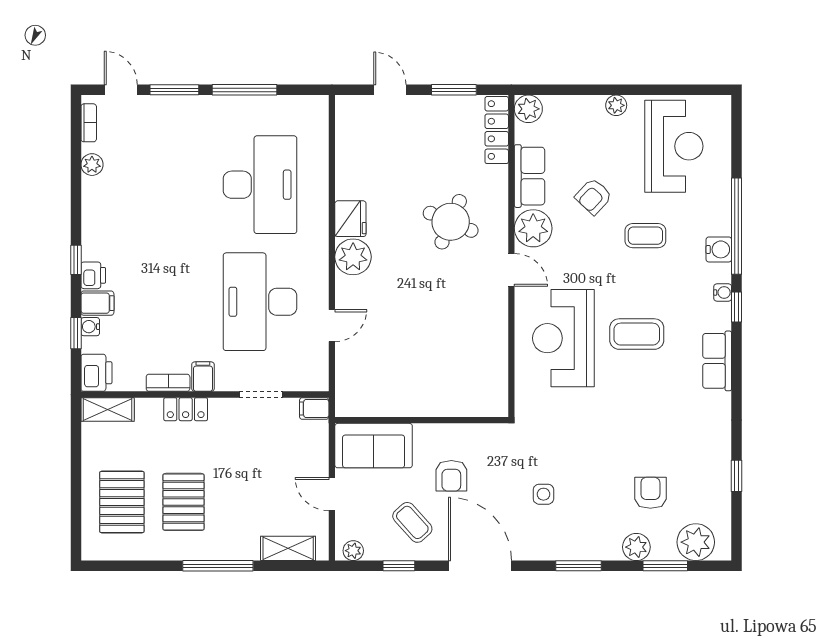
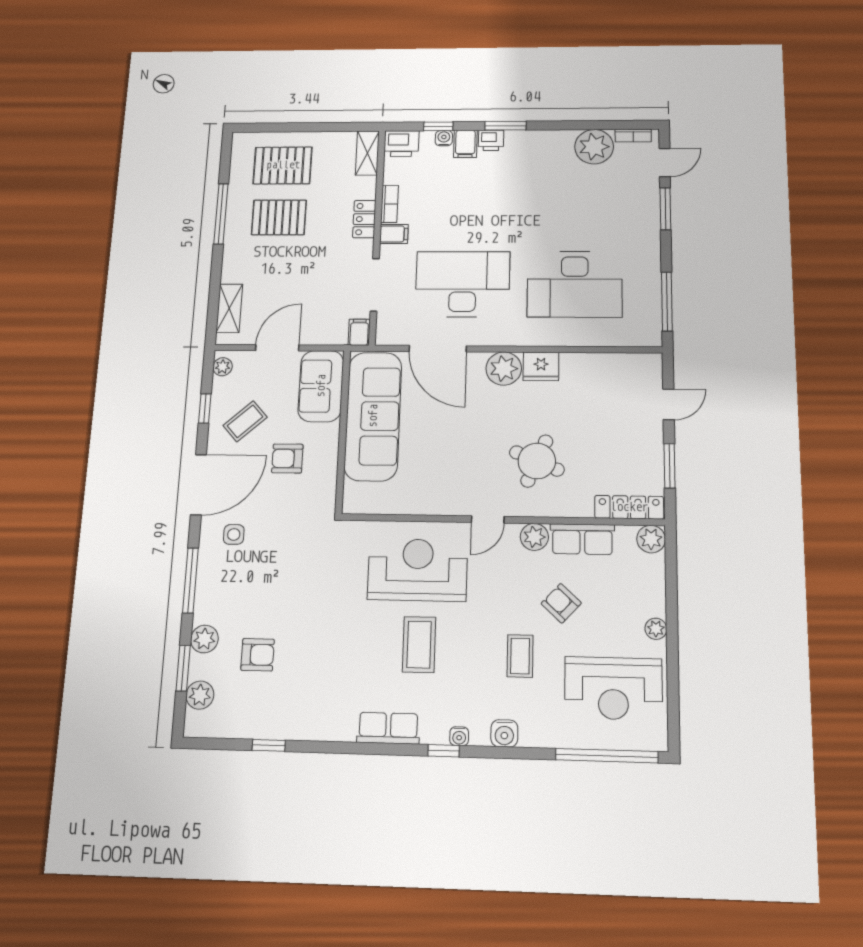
window: (244, 90) -> (667, 301), moved
plant: (92, 165) -> (594, 147), width x1.87, depth x1.87
window: (737, 226) -> (607, 756), moved
plant: (533, 228) -> (534, 537), width x0.73, depth x0.73
window: (76, 260) -> (506, 126), width x1.50
door: (332, 326) -> (438, 349), width x1.87
sofa: (405, 390) -> (373, 416), added
doorway: (261, 395) -> (375, 285), width x1.38
door: (332, 494) -> (277, 348), width x1.38
side table: (543, 494) -> (234, 534), moved
plant: (696, 542) -> (200, 695), width x0.73, depth x0.73
window: (218, 566) -> (221, 214), moved
window: (578, 566) -> (190, 580), width x1.44

